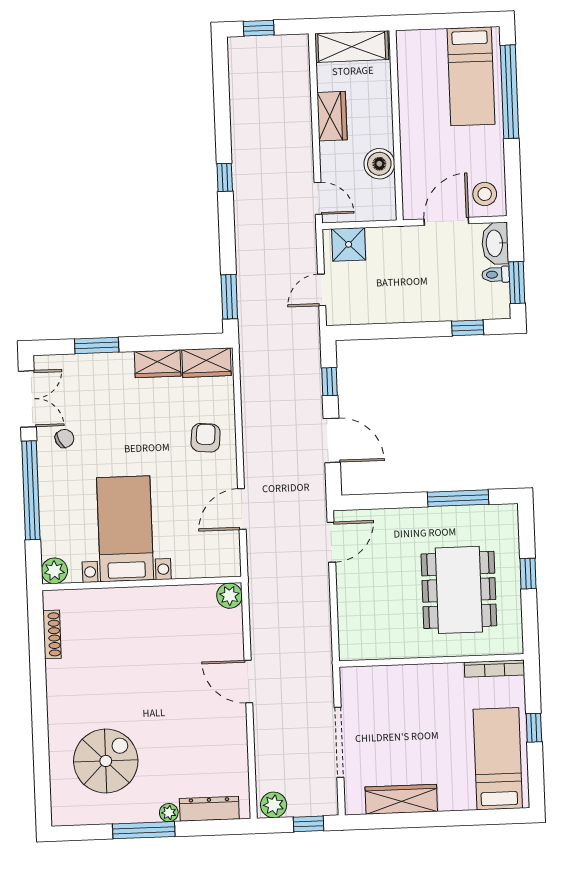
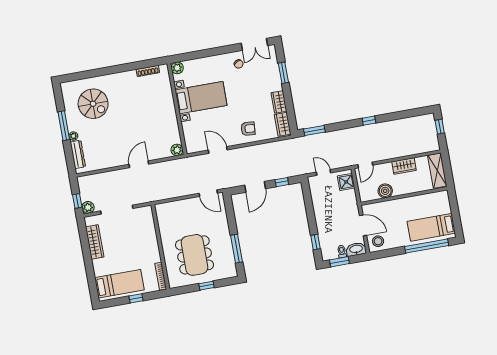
window: (31, 490) -> (213, 52), removed
dining table: (459, 590) -> (194, 255), turned 90
plant: (274, 805) -> (88, 207), moved

